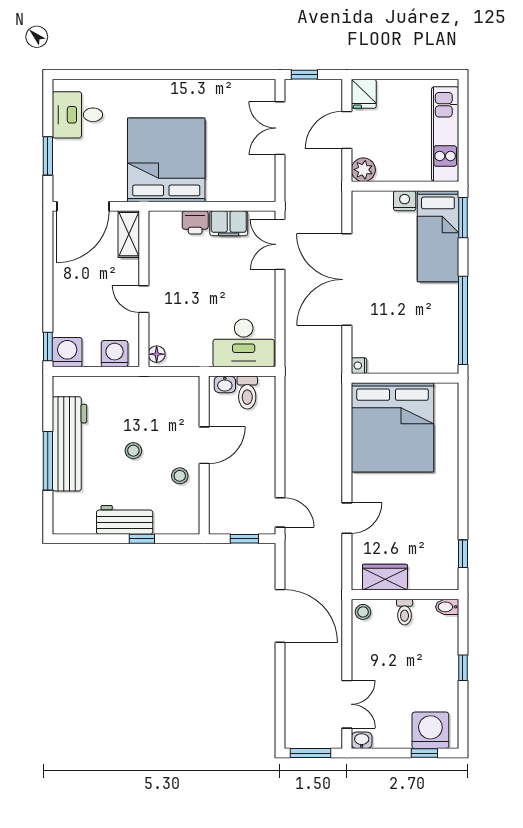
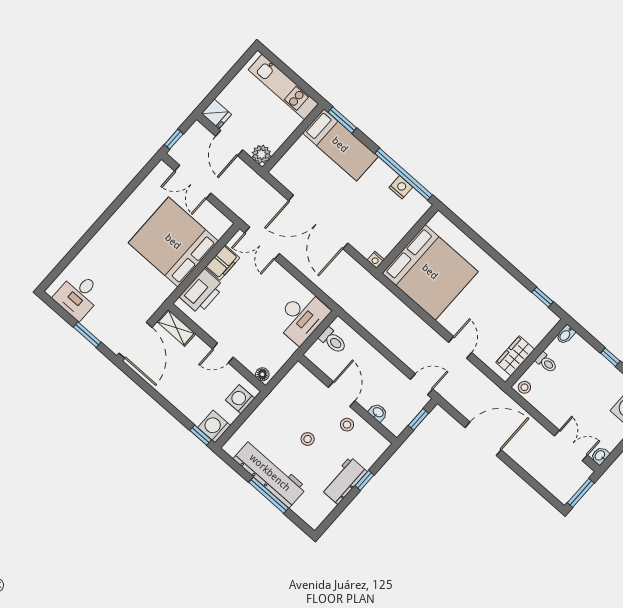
bed: (166, 160) -> (173, 242), moved
nightstand: (405, 201) -> (401, 187), moved, turned 90
printer: (195, 222) -> (202, 292), width x1.87, depth x1.48
washbasin: (225, 384) -> (378, 413), moved, turned -90

